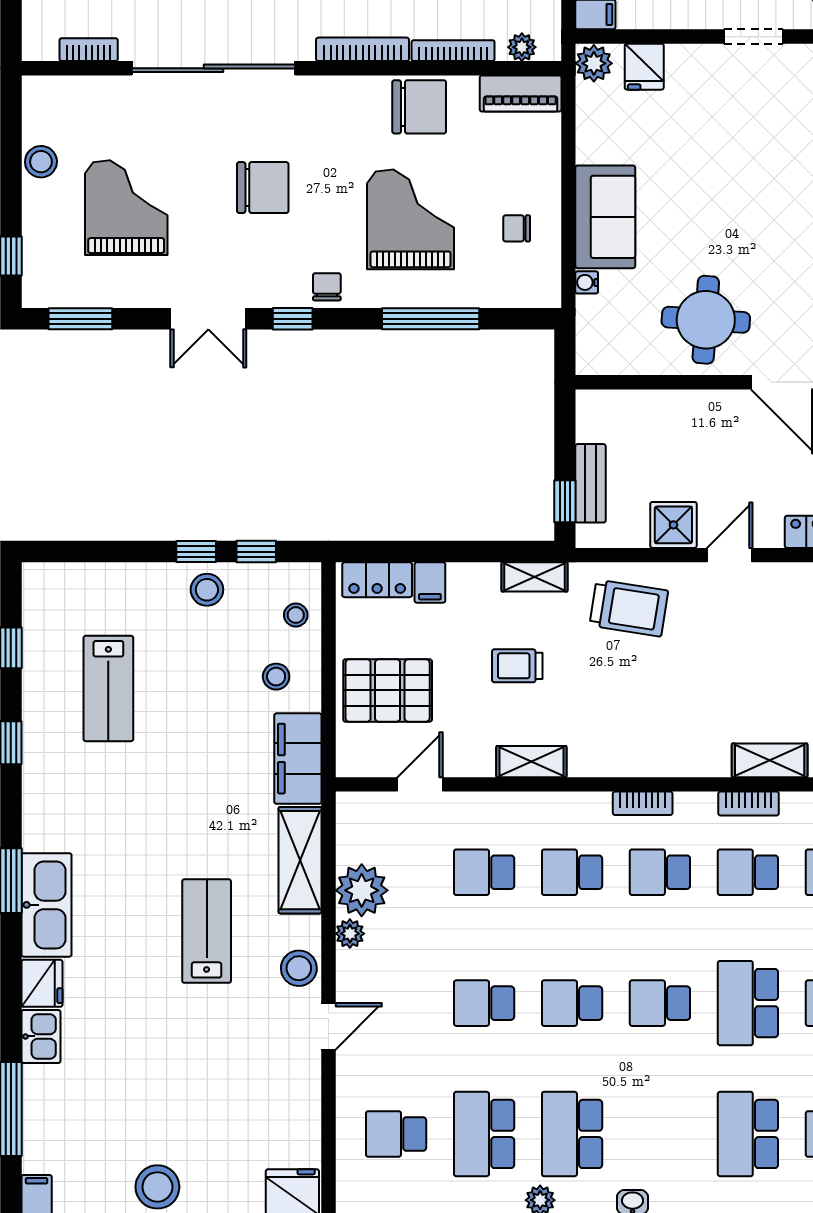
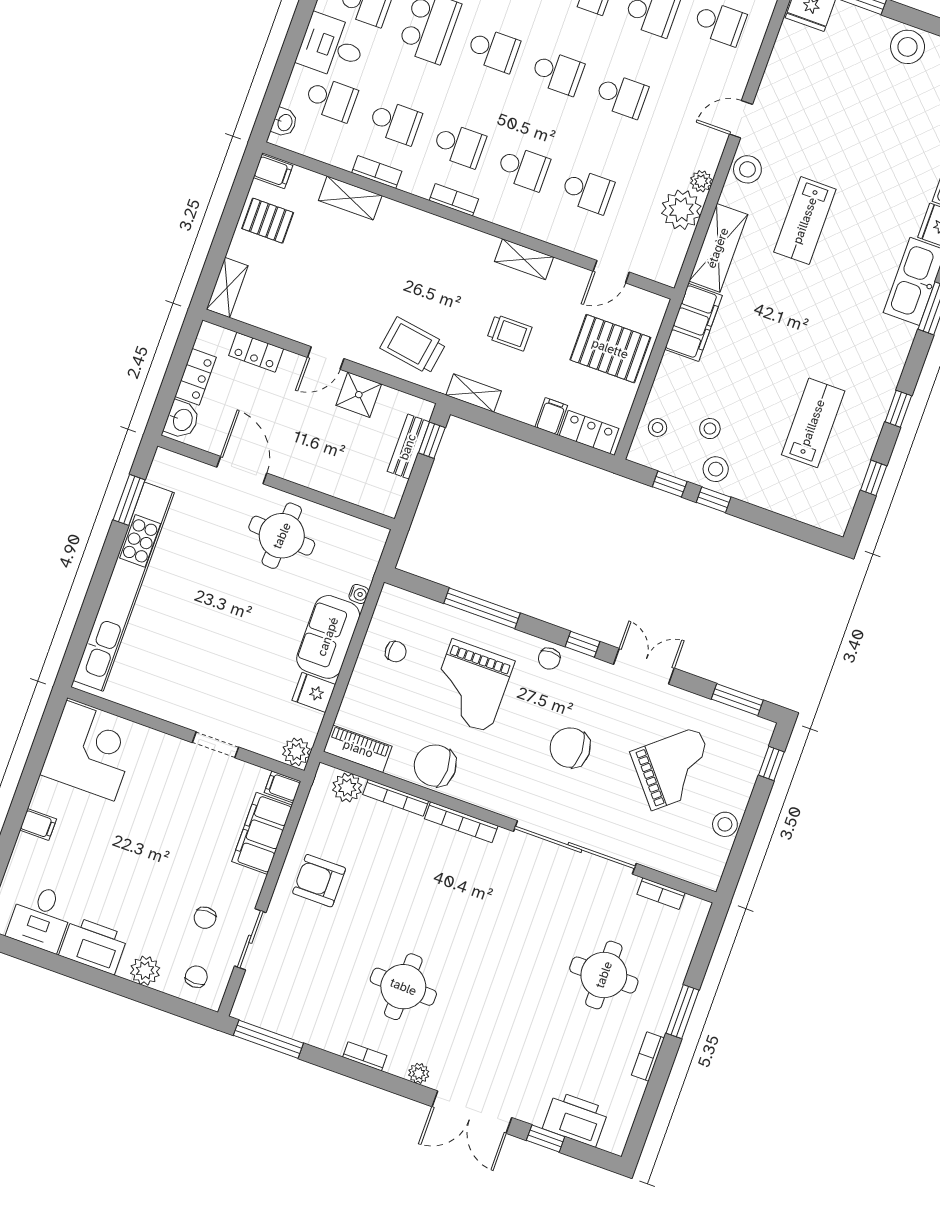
doorway: (754, 37) -> (216, 745), moved
plant: (522, 47) -> (347, 788), width x1.38, depth x1.38
fridge: (644, 67) -> (314, 692), moved, turned -90
grand piano: (126, 208) -> (675, 769), turned -130
stool: (276, 677) -> (710, 429), moved

